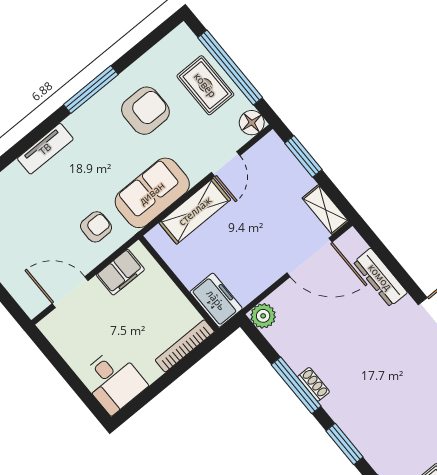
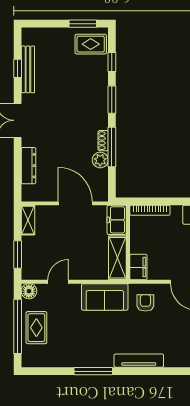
armchair: (145, 111) -> (75, 339), removed
tv unit: (45, 149) -> (139, 361), width x1.41
shelving: (195, 211) -> (117, 258), moved, turned 90
armchair: (96, 227) -> (145, 303), turned 90
door: (309, 258) -> (75, 203), moved
filing cabinet: (120, 272) -> (138, 267), moved, turned 90
plant: (263, 316) -> (100, 160), moved

